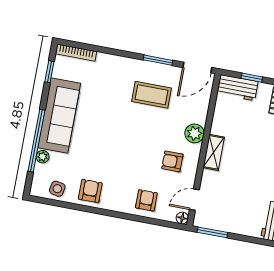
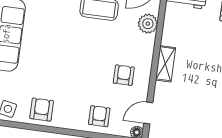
plant: (194, 133) -> (148, 24), moved
armchair: (172, 161) -> (124, 75), turned 90

